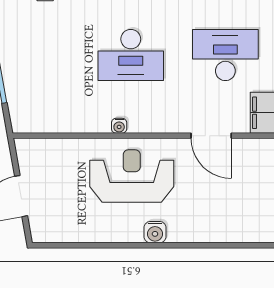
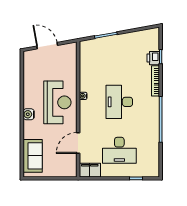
desk: (225, 55) -> (119, 150), turned 90
sofa: (236, 224) -> (33, 156), added

